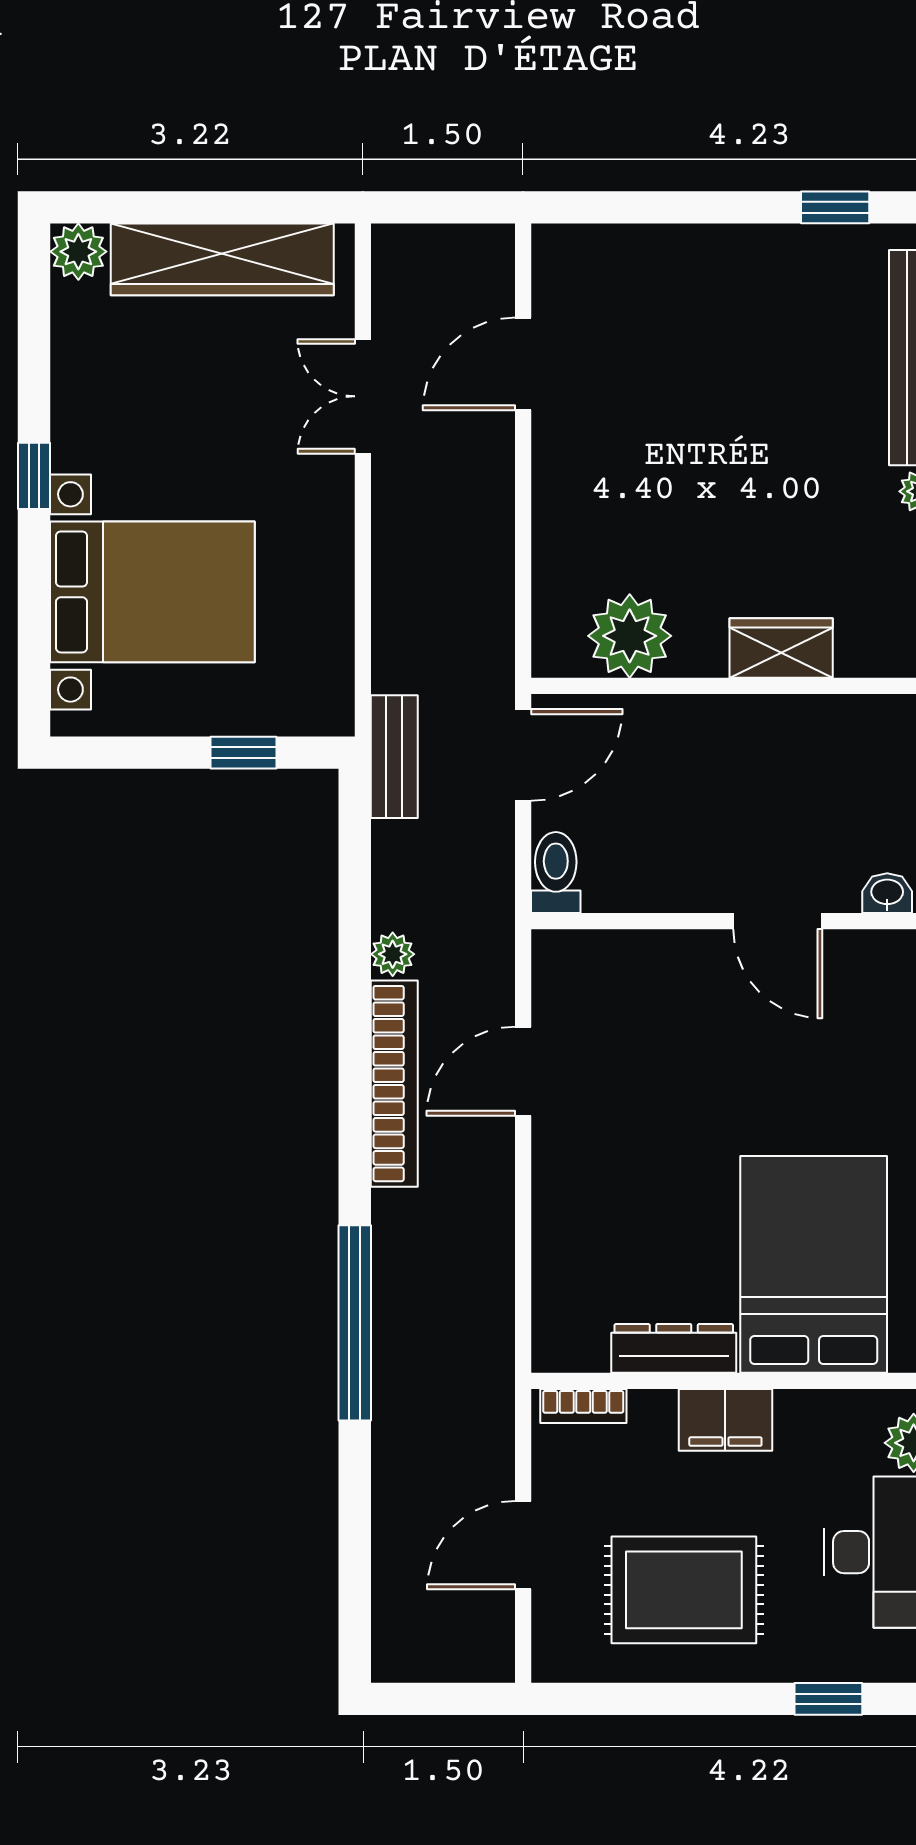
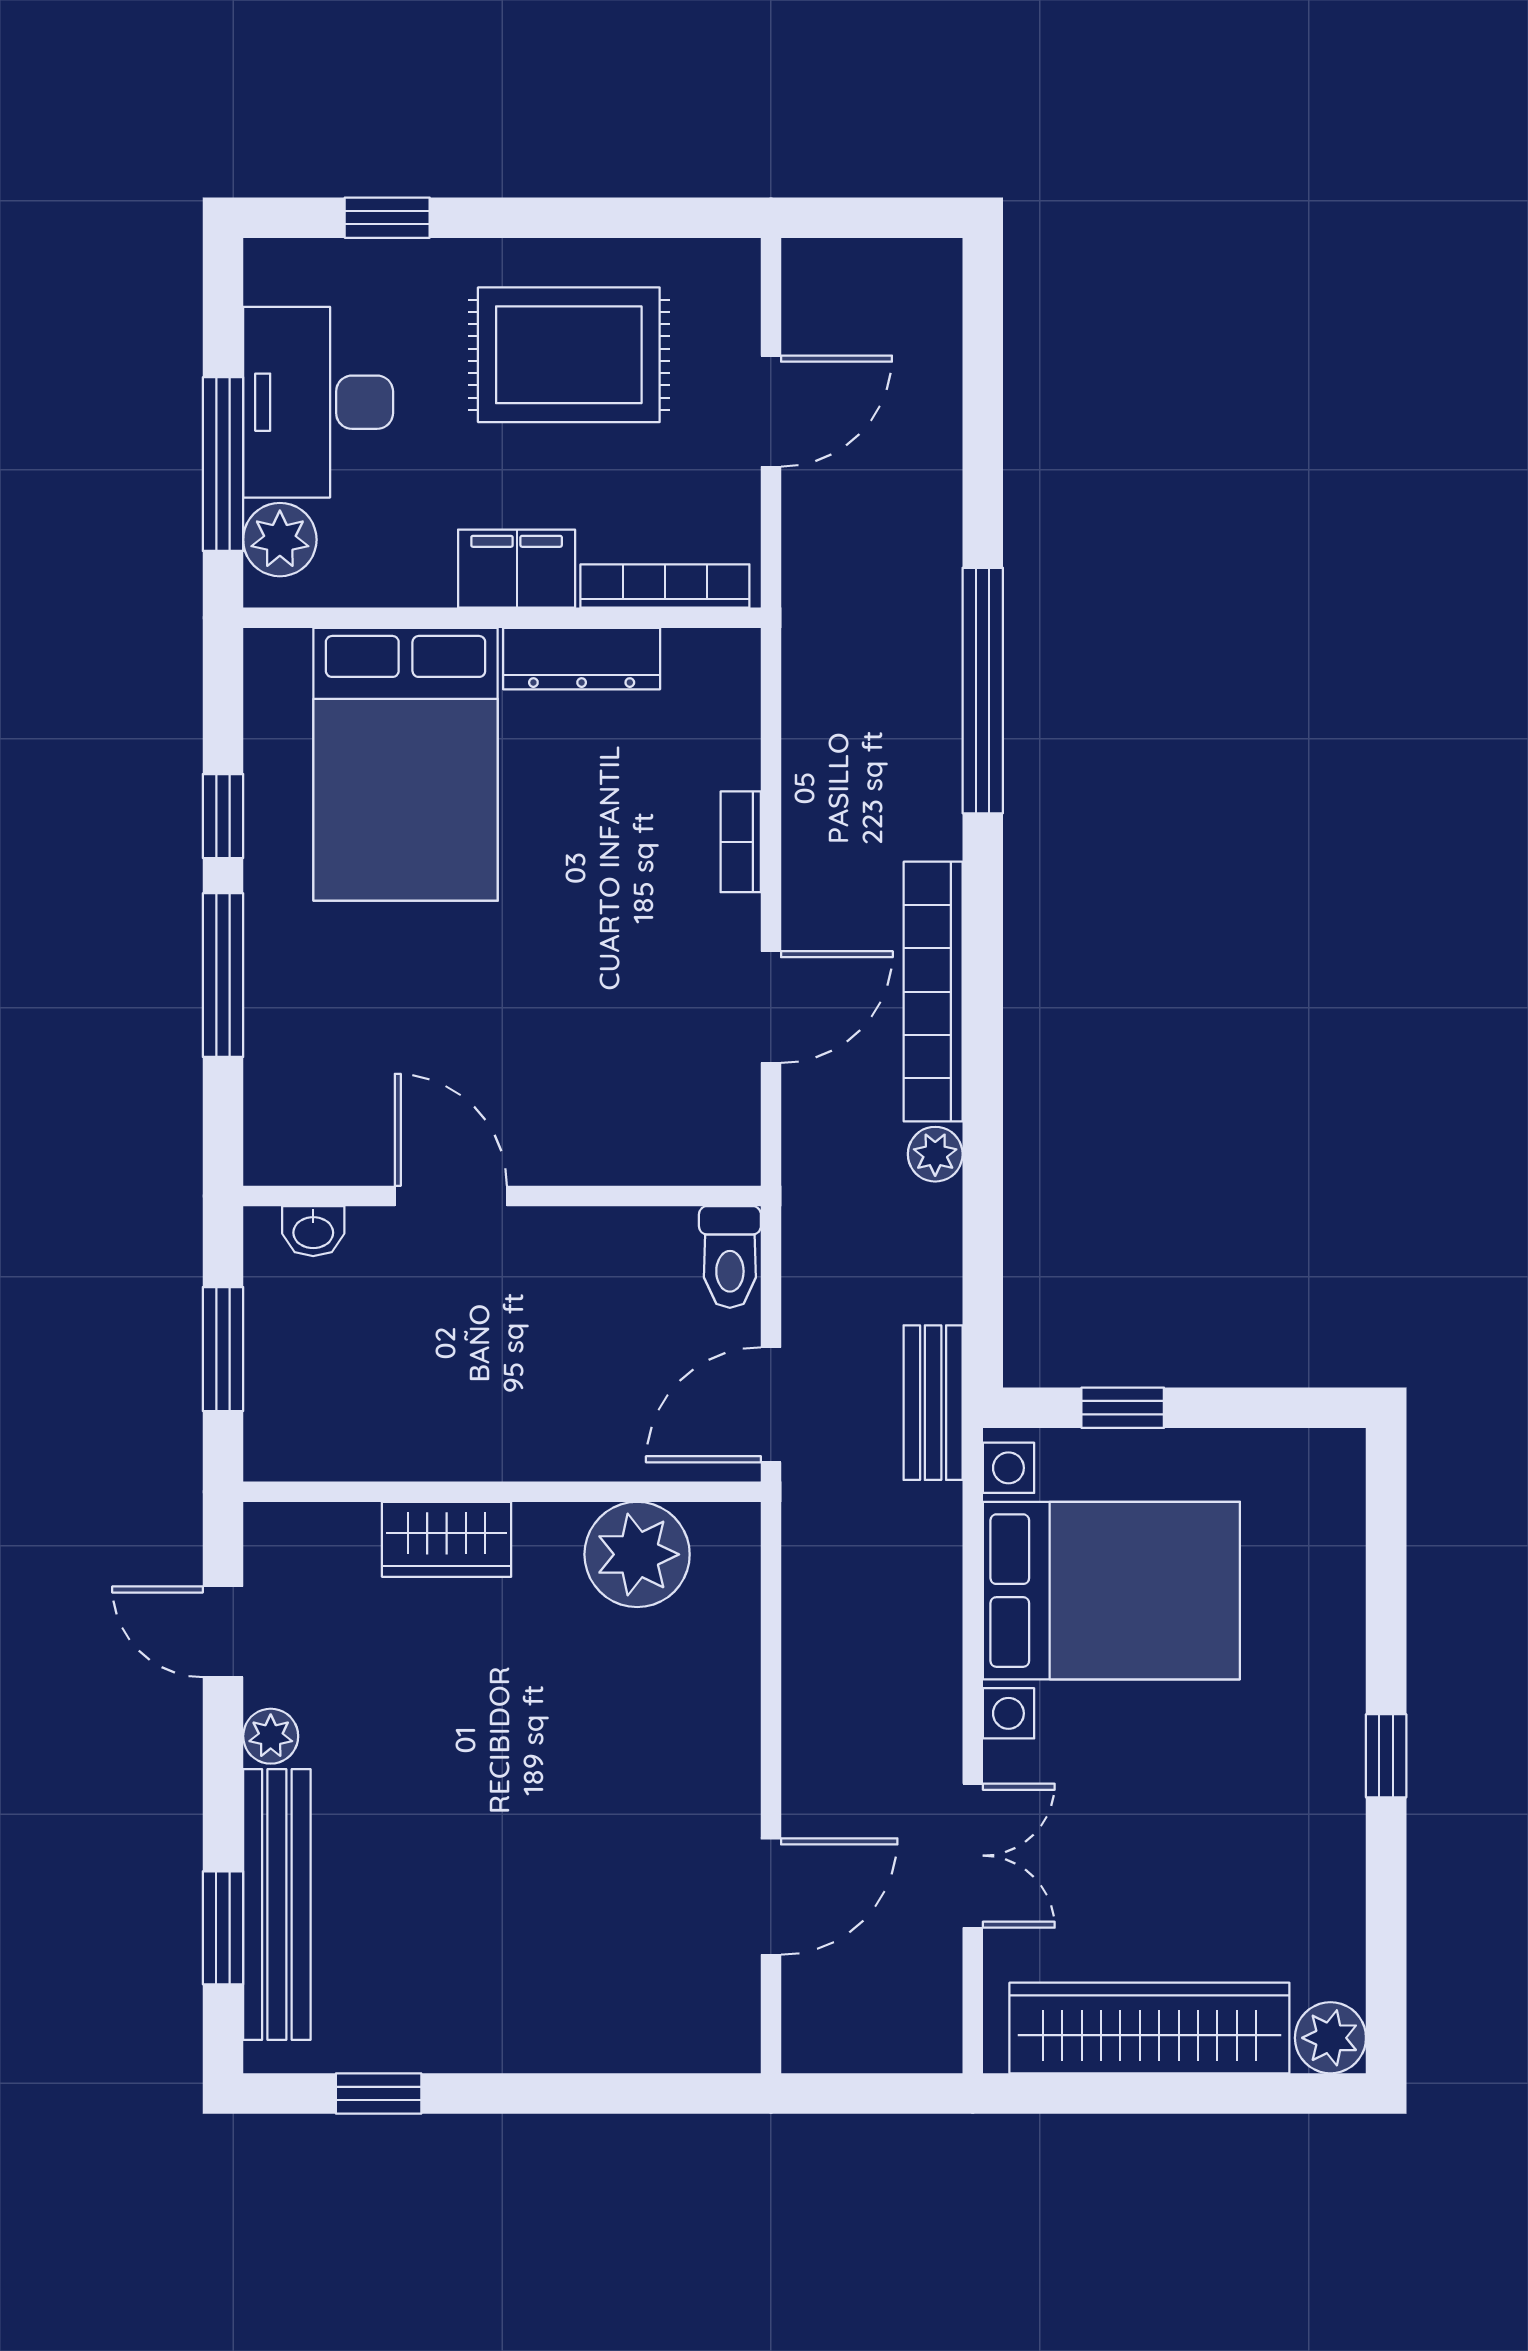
bed with nightstands: (152, 592) -> (1111, 1591), moved, turned 180
bookcase: (547, 1203) -> (741, 842), added
bookcase: (583, 1406) -> (665, 586), width x1.56

